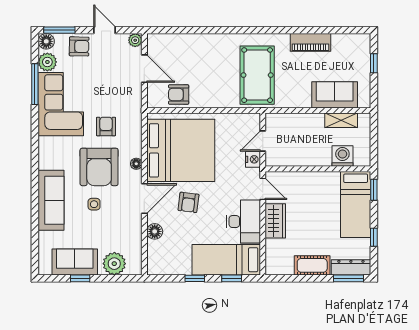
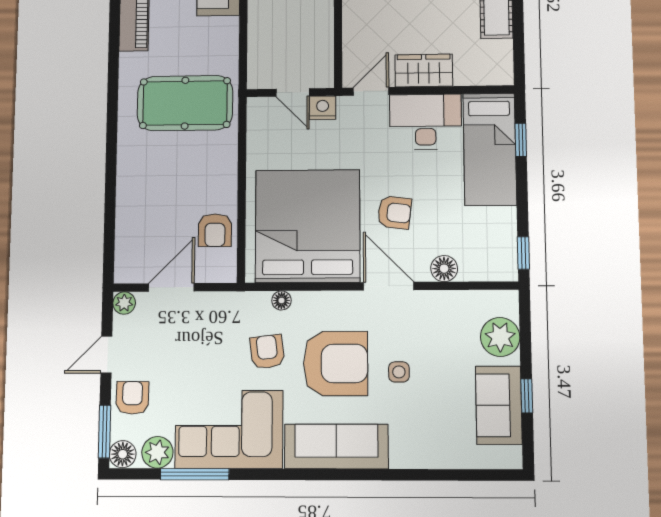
armchair: (106, 126) -> (267, 352), turned 83
floor lamp: (136, 164) -> (281, 300), moved
sofa: (51, 200) -> (336, 446), moved
window: (195, 278) -> (523, 253), moved

